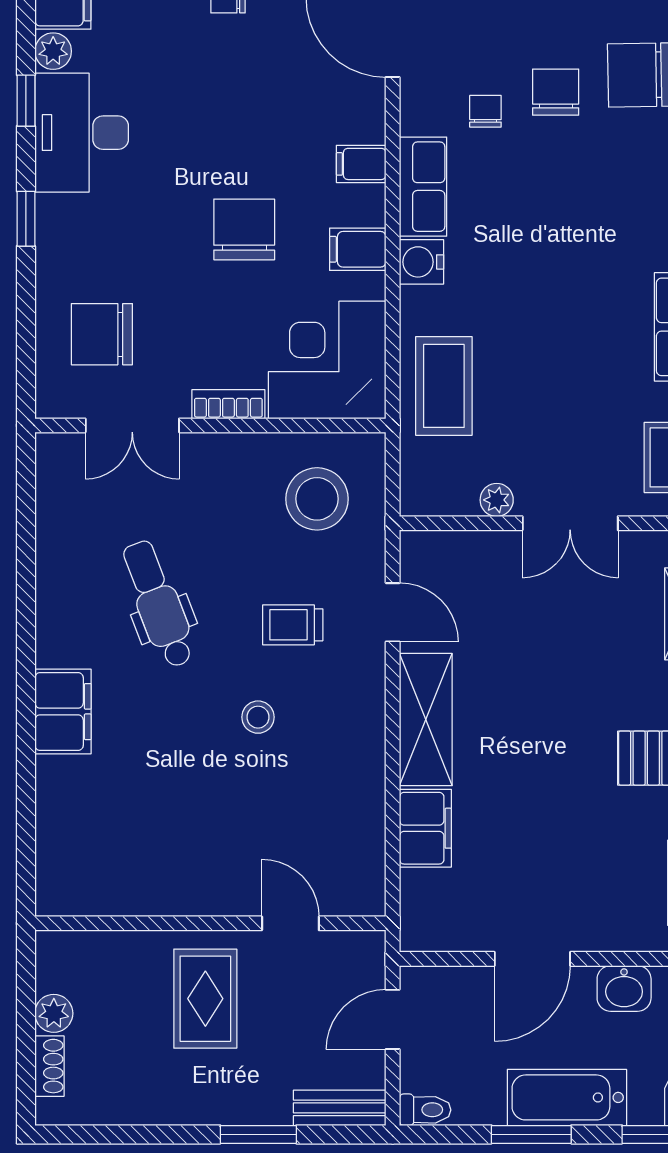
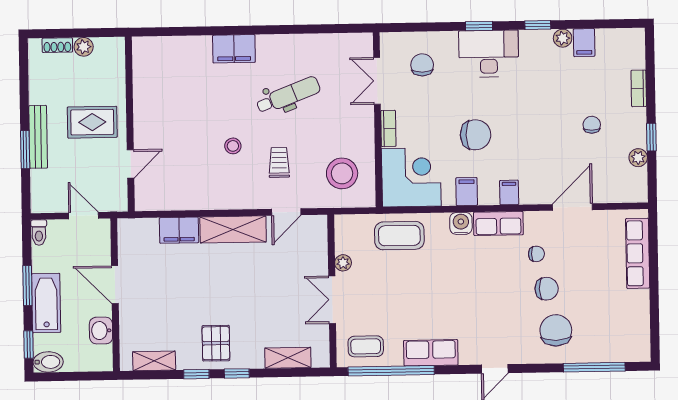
desk: (82, 133) -> (489, 54), moved
chair: (102, 334) -> (422, 65), width x0.73, depth x0.73
bench: (340, 1108) -> (38, 137), moved, width x1.36

